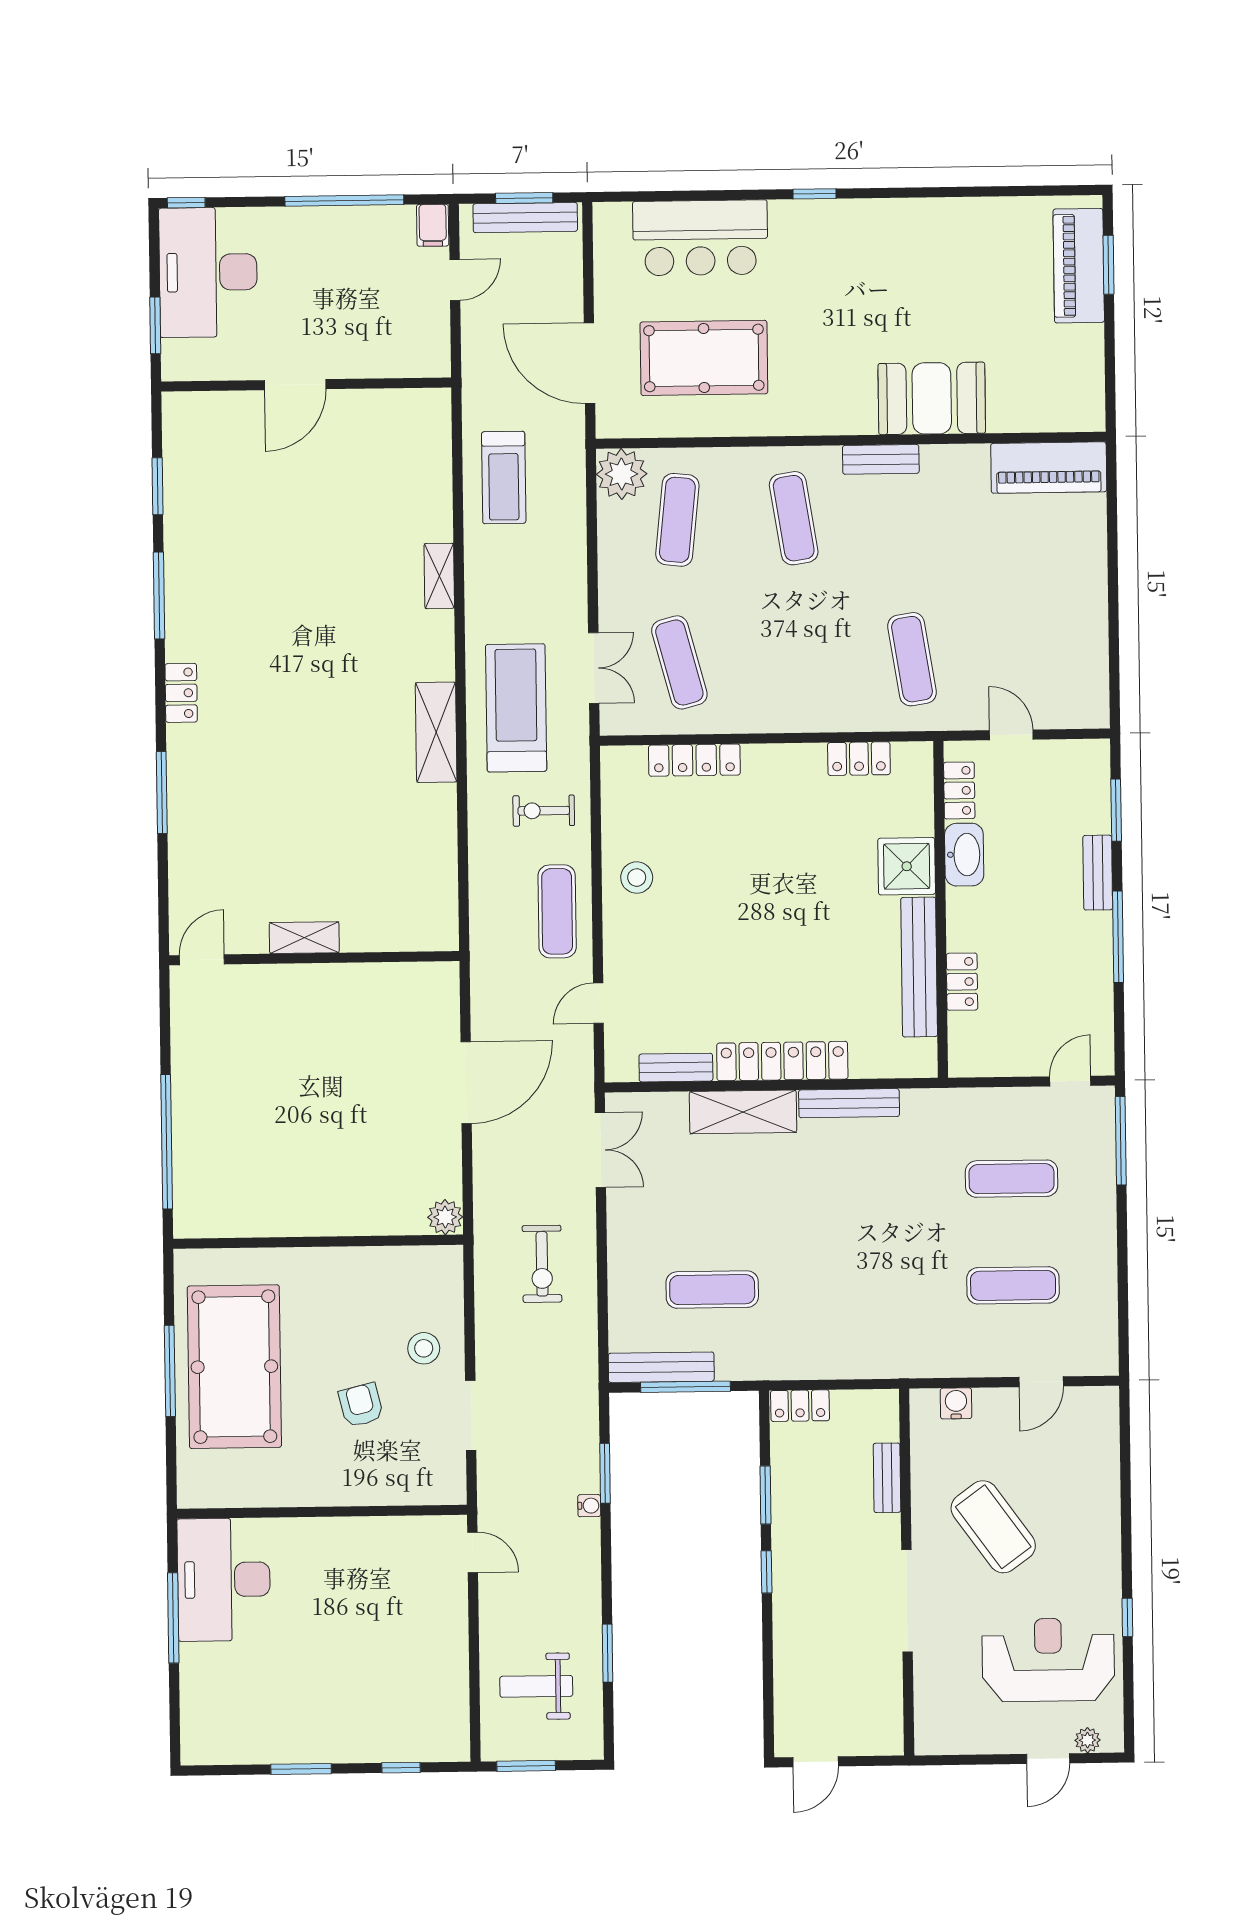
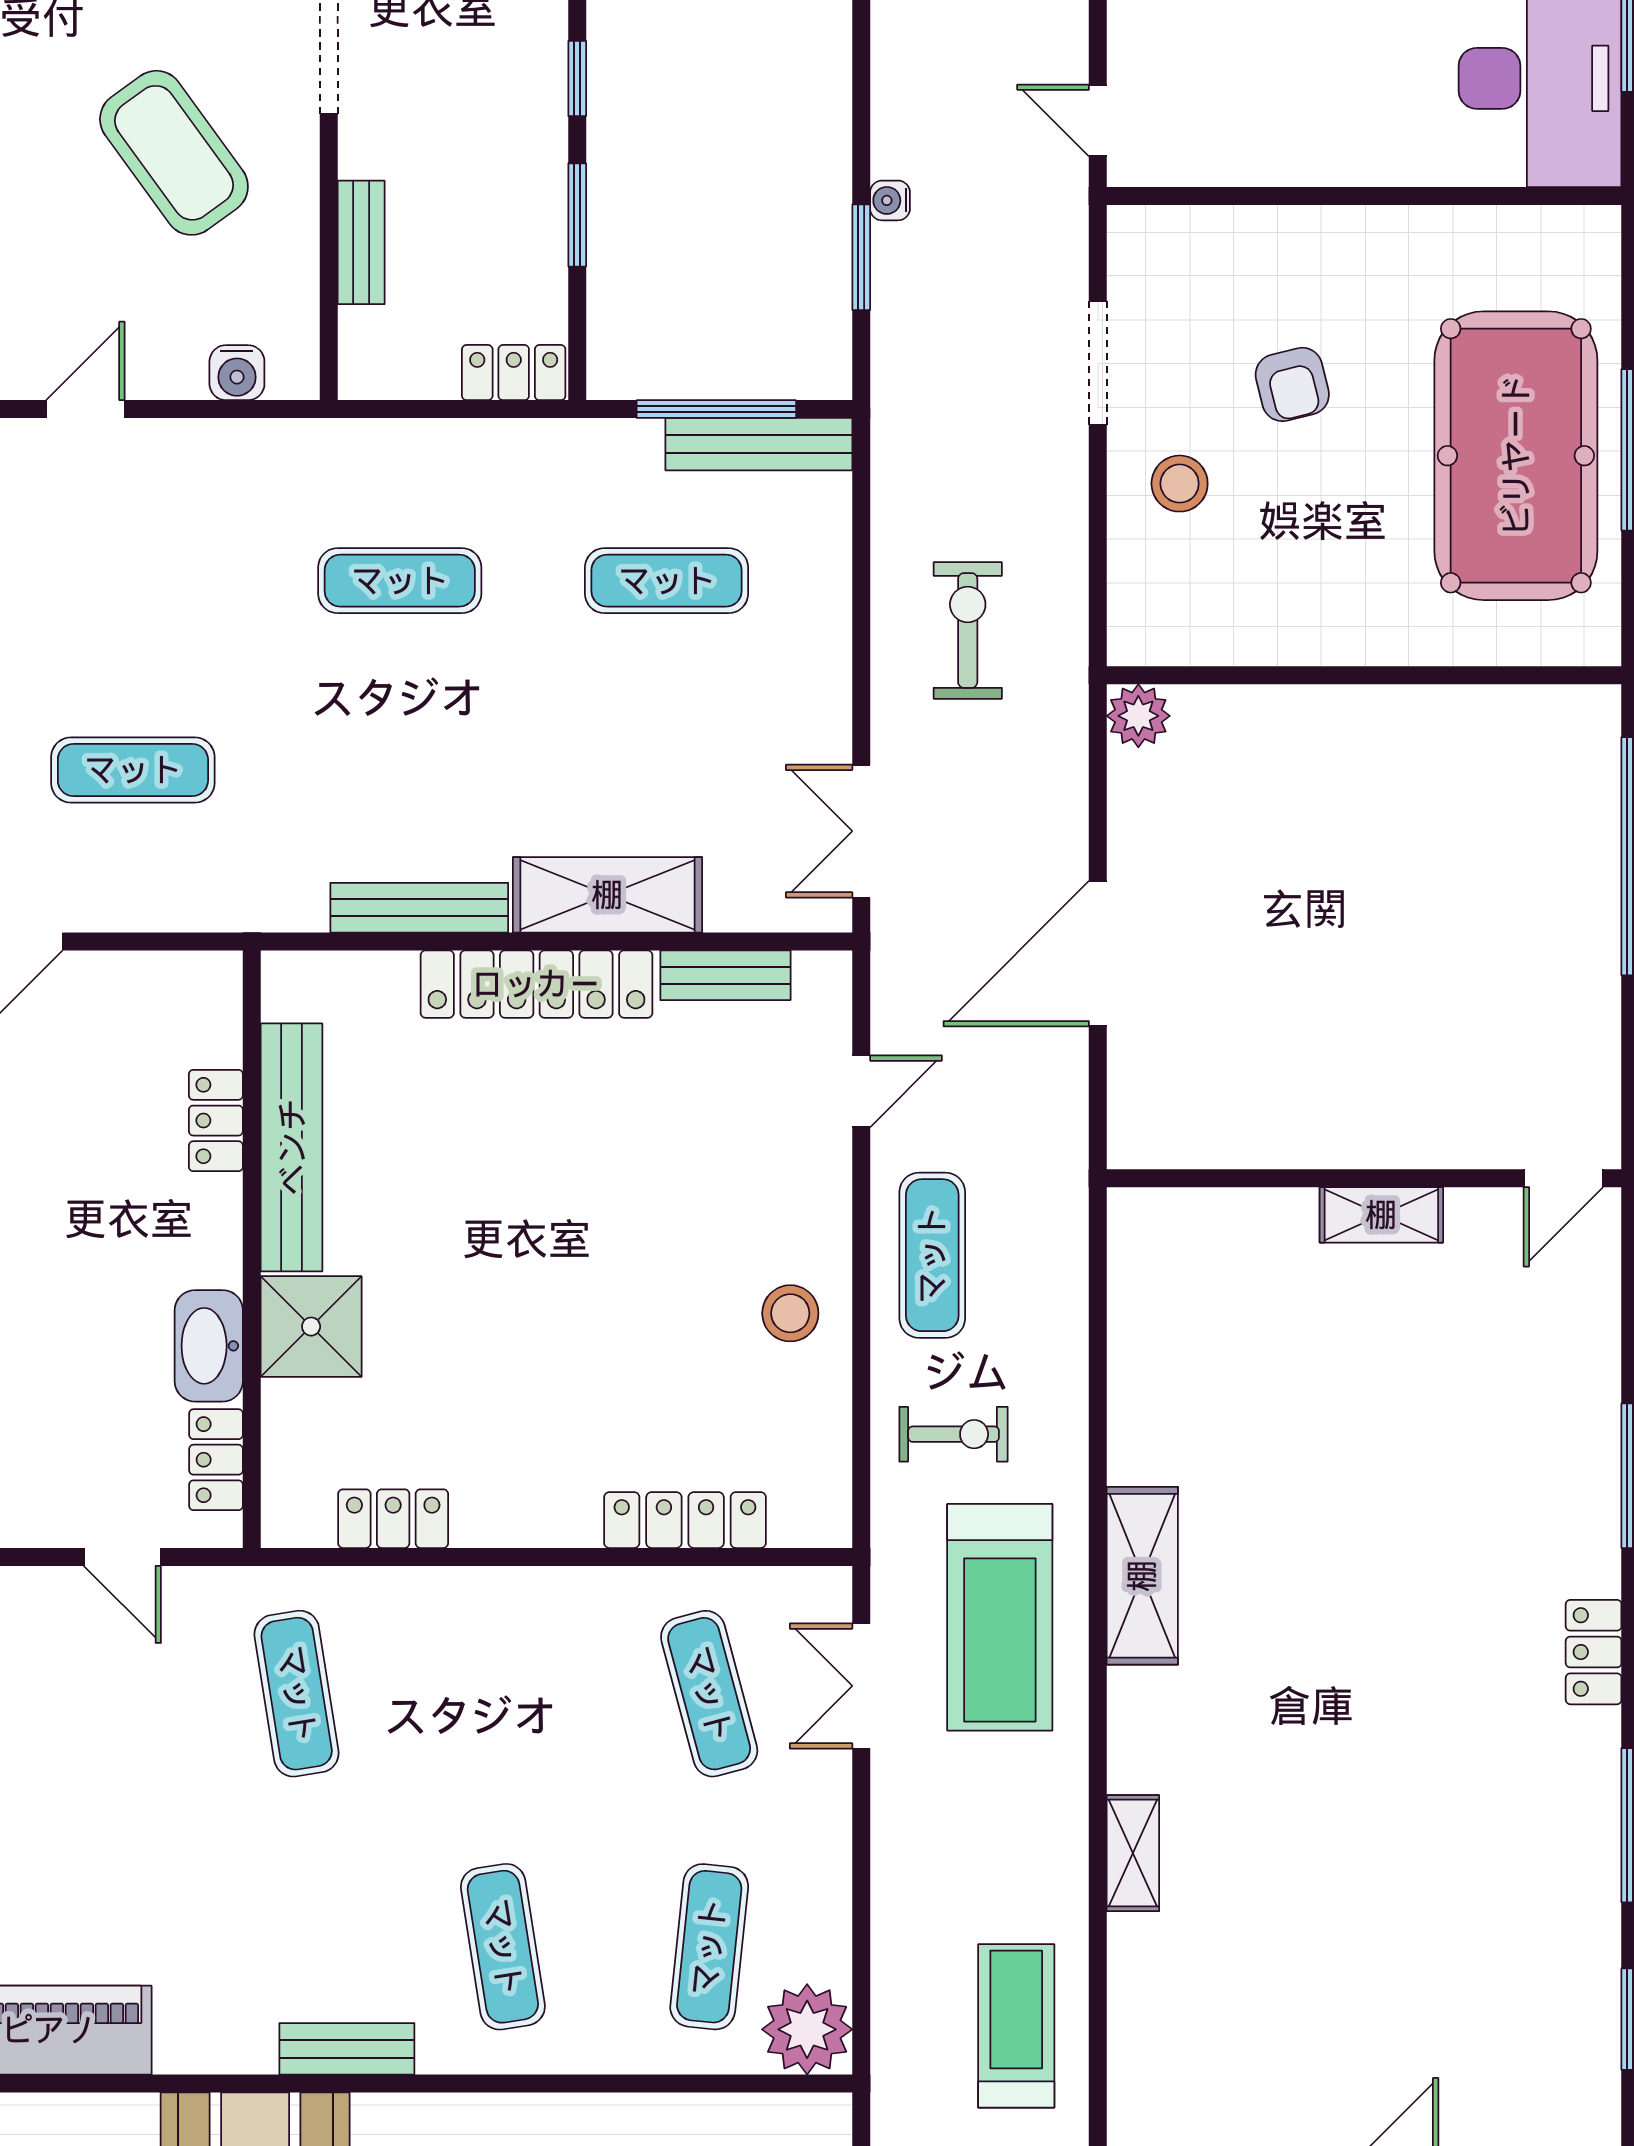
exercise mat: (1013, 1285) -> (400, 581), moved

